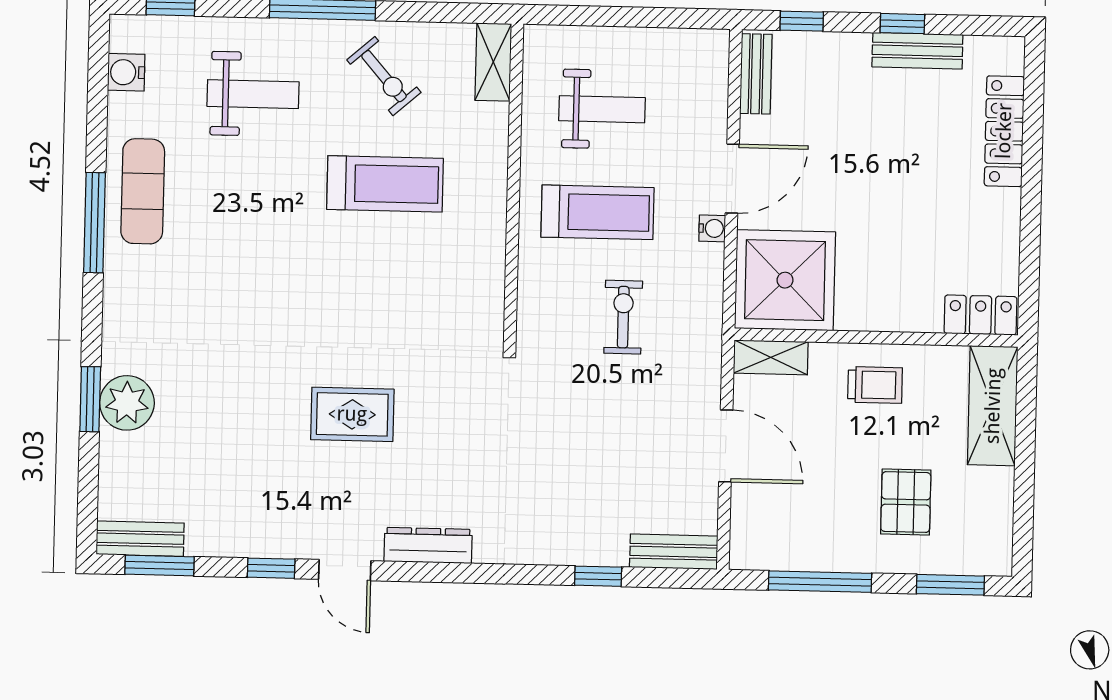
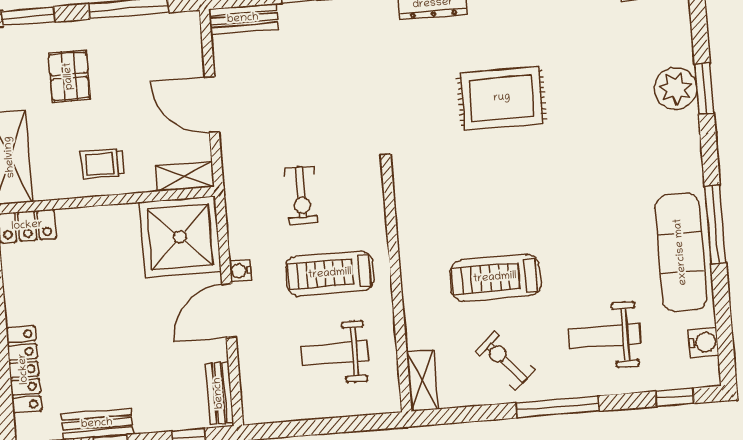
exercise mat: (143, 191) -> (681, 252), width x1.36, depth x1.45
rug: (352, 414) -> (502, 98), width x1.36, depth x1.43

